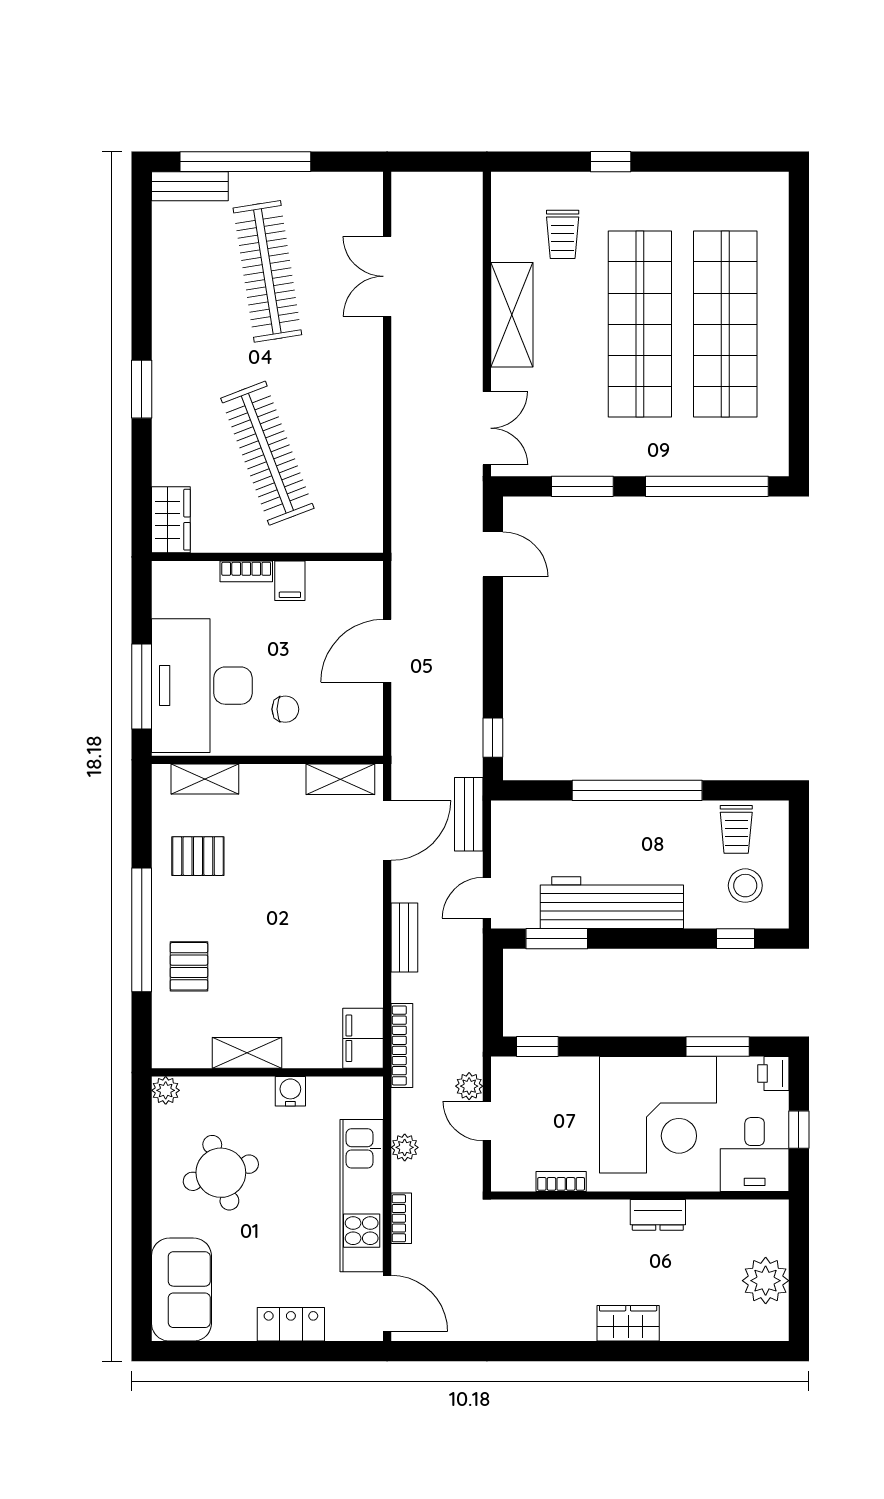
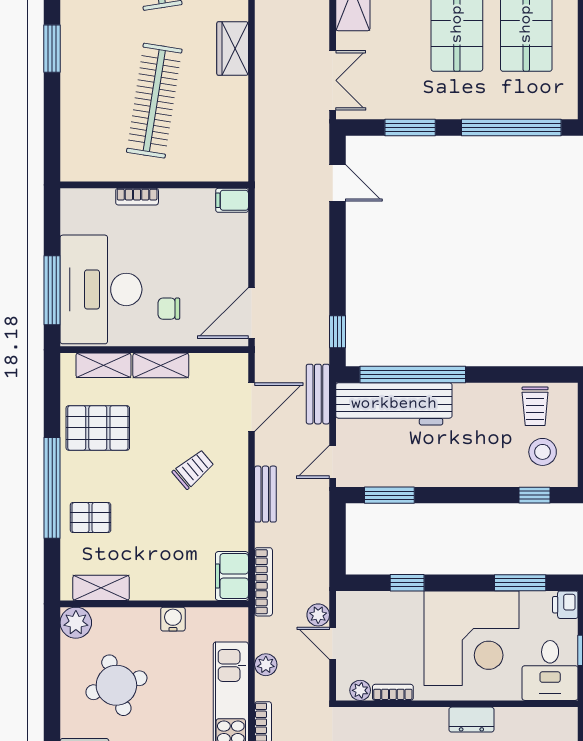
clothes rail: (267, 453) -> (154, 101), turned 30
wardrobe: (171, 520) -> (233, 48), moved, turned 180
filing cabinet: (290, 581) -> (232, 200), moved, turned 90
door: (387, 651) -> (252, 313), moved
chair: (285, 709) -> (169, 309), turned 180
shelving: (340, 779) -> (161, 365), moved
window: (637, 790) -> (413, 375), moved
pallet: (198, 856) -> (98, 428), width x1.50, depth x1.42
workbench: (612, 903) -> (394, 404), moved, turned 180
trolley: (315, 907) -> (193, 469), added
pallet: (189, 966) -> (91, 518), turned 90
window: (537, 1046) -> (407, 583), moved
shelving: (247, 1053) -> (101, 588), moved
plant: (166, 1090) -> (76, 623), width x1.38, depth x1.38
plant: (521, 1179) -> (360, 690), added

